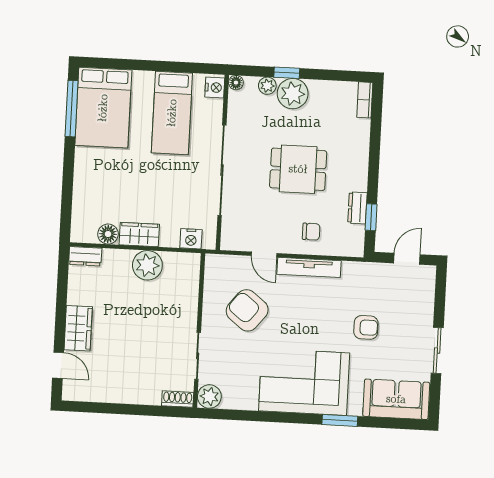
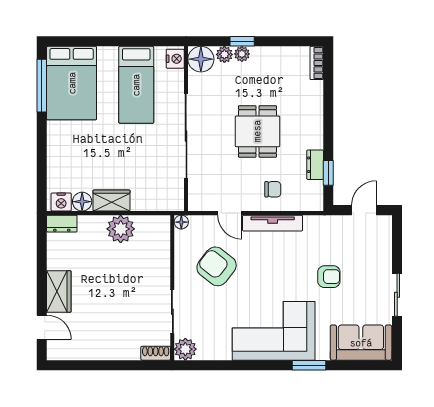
floor lamp: (236, 83) -> (201, 59), width x1.89, depth x1.89
plant: (293, 94) -> (242, 54), width x0.53, depth x0.53
dining table: (298, 169) -> (257, 131), turned 90
nightstand: (191, 239) -> (61, 202), moved
floor lamp: (212, 261) -> (181, 222), added

